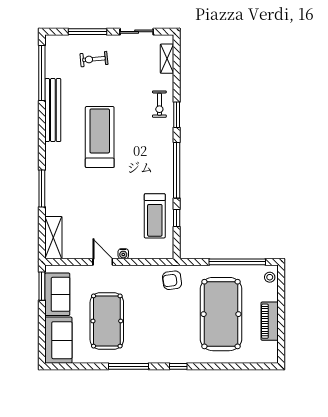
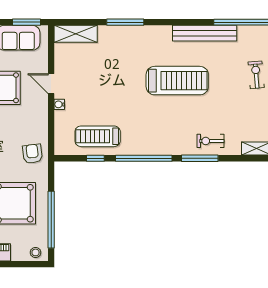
window: (177, 115) -> (200, 158), width x1.44
door: (103, 262) -> (51, 84), swing flipped

